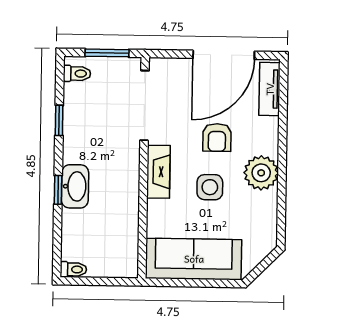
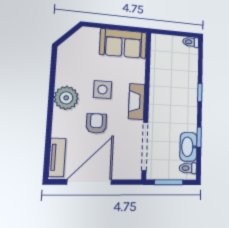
washbasin: (75, 186) -> (188, 147), moved
sofa: (194, 259) -> (123, 43), width x0.73

